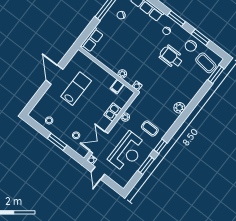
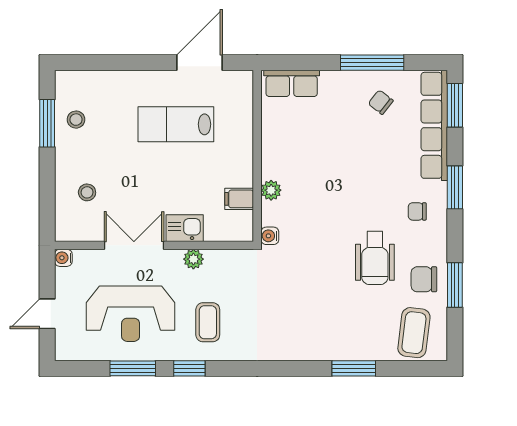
window: (176, 19) -> (455, 187), moved
wheelchair: (171, 57) -> (375, 258), turned 180
window: (216, 74) -> (354, 368), moved
door: (54, 75) -> (200, 63), moved
lab bench: (76, 89) -> (176, 124), turned 180
plant: (179, 108) -> (290, 348), removed
window: (57, 142) -> (47, 123), moved
double door: (99, 142) -> (134, 245), moved
door: (98, 173) -> (47, 314), moved

